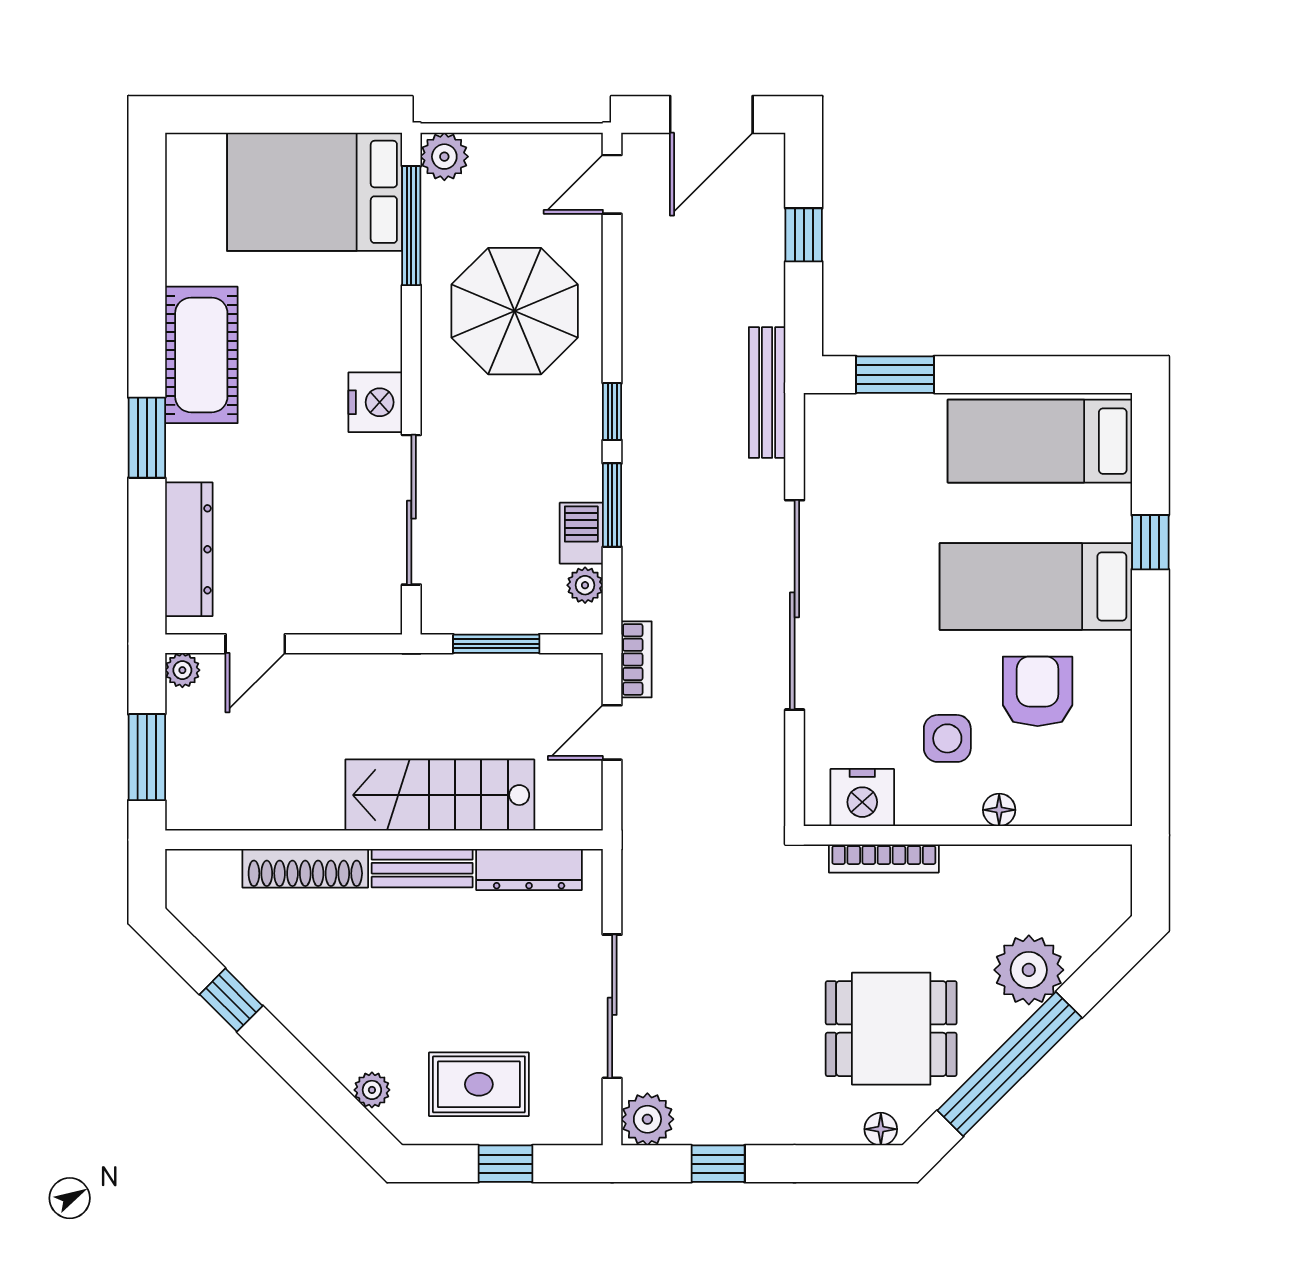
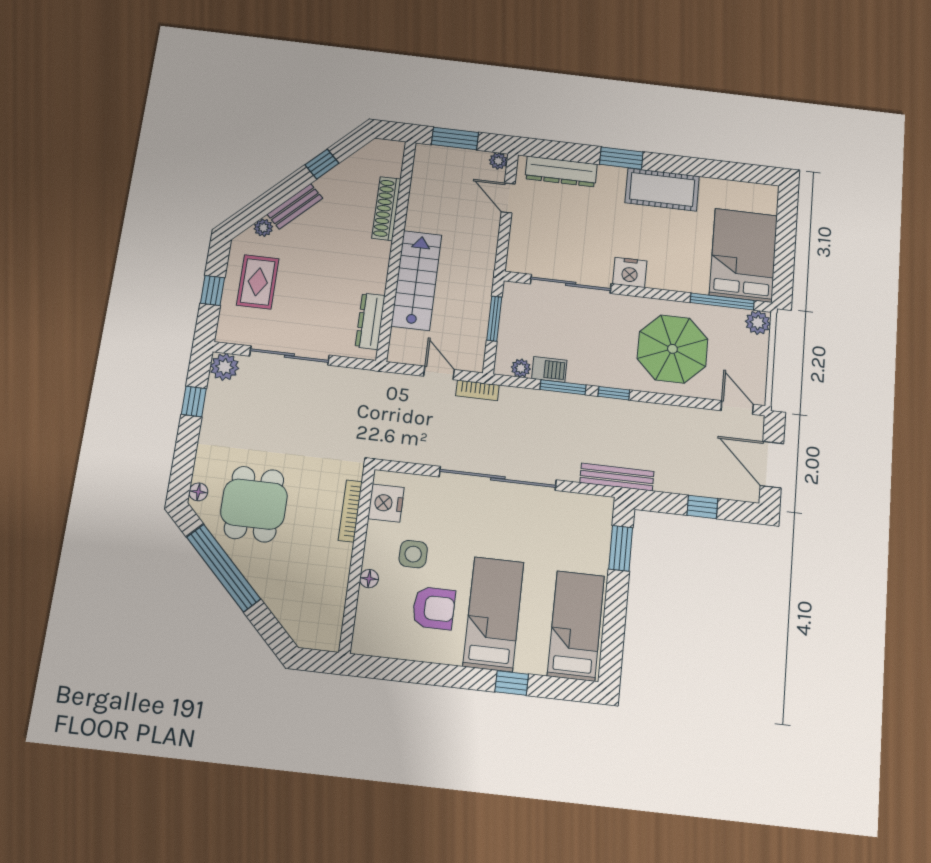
bench: (422, 868) -> (295, 206), moved, turned 45
plant: (1029, 970) -> (276, 585), removed

